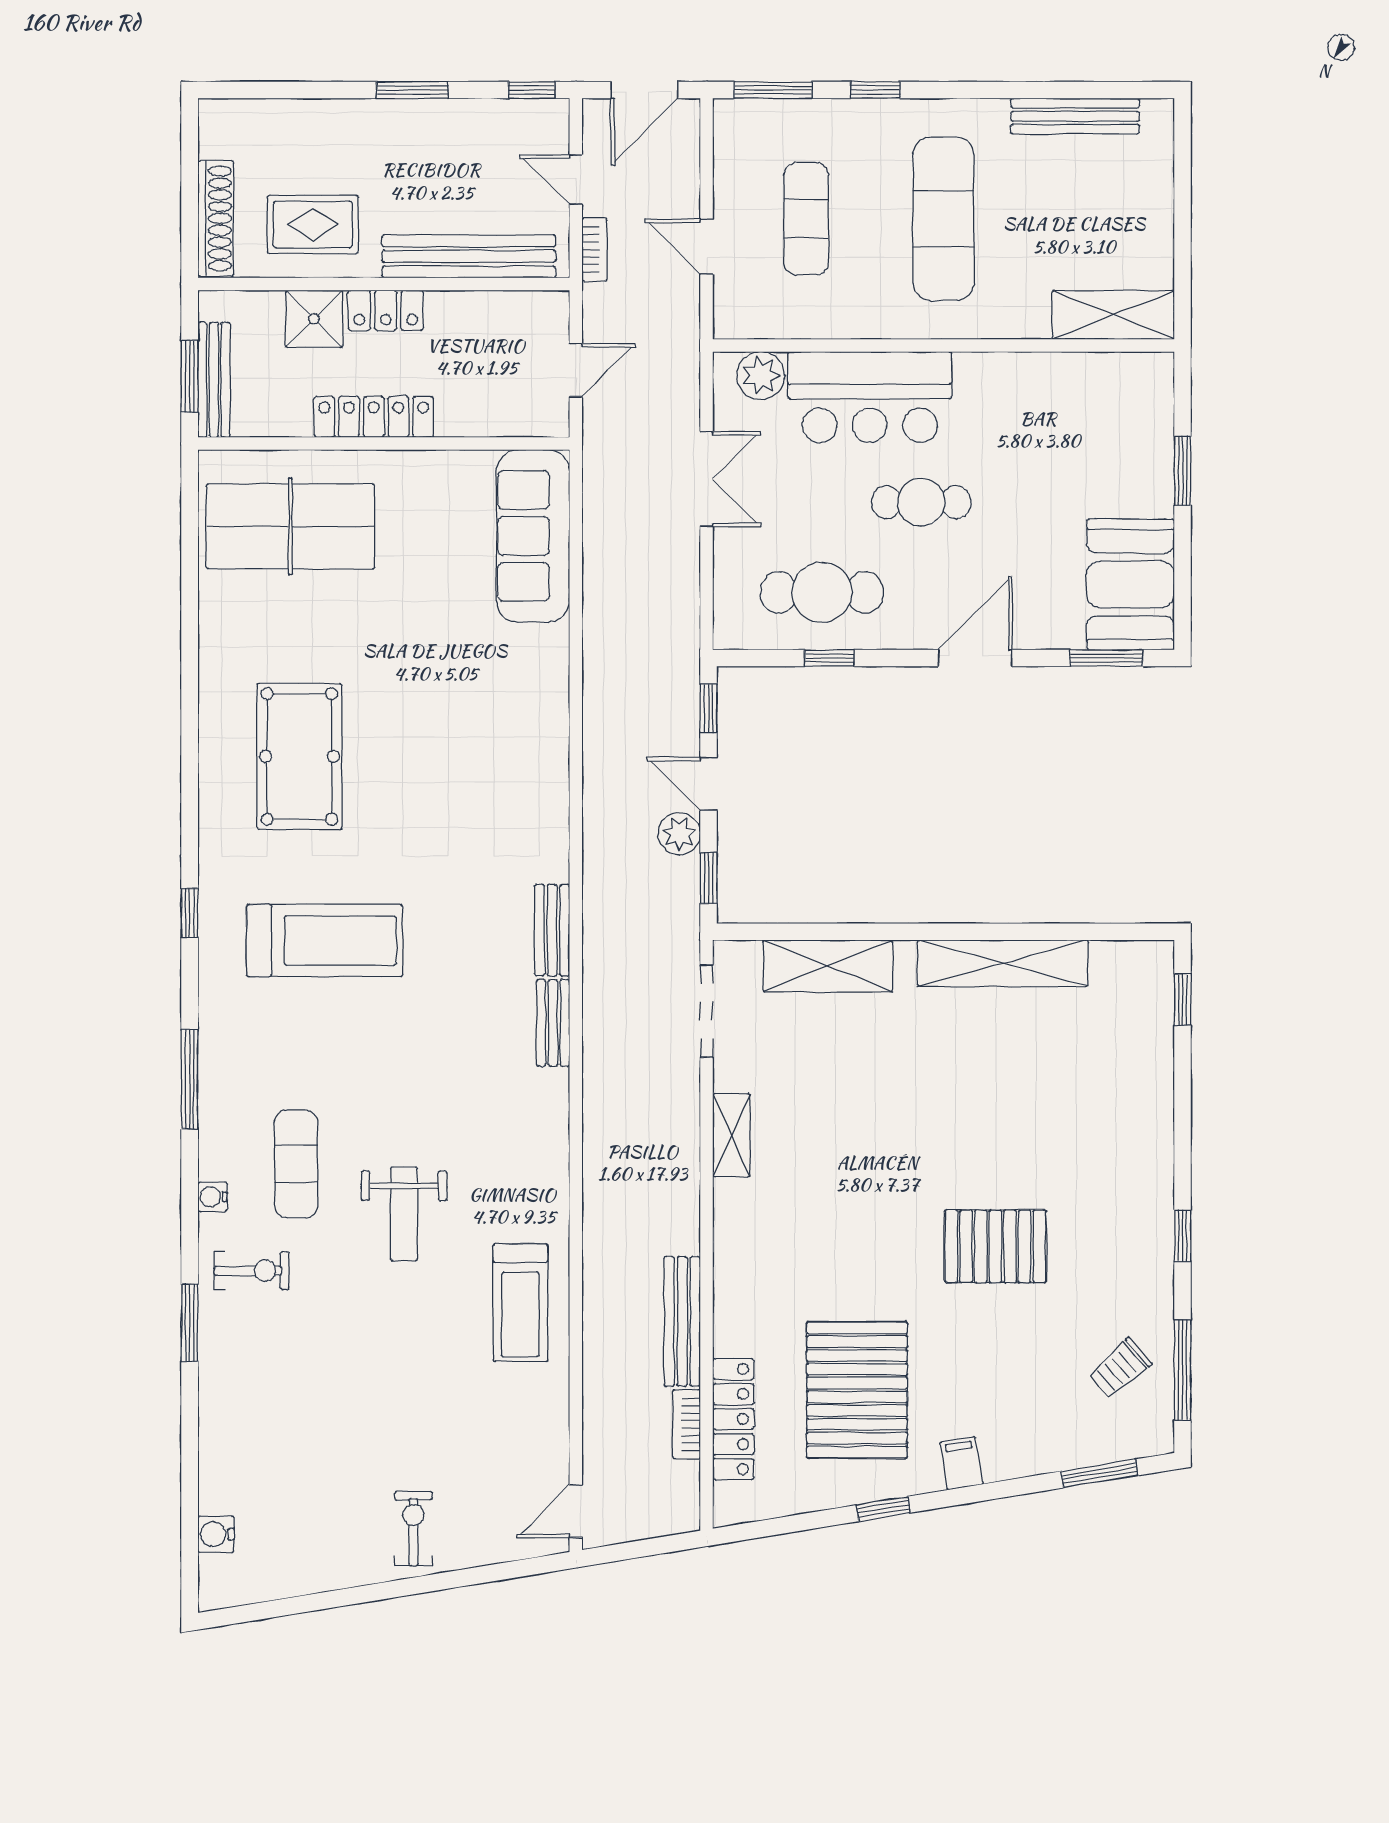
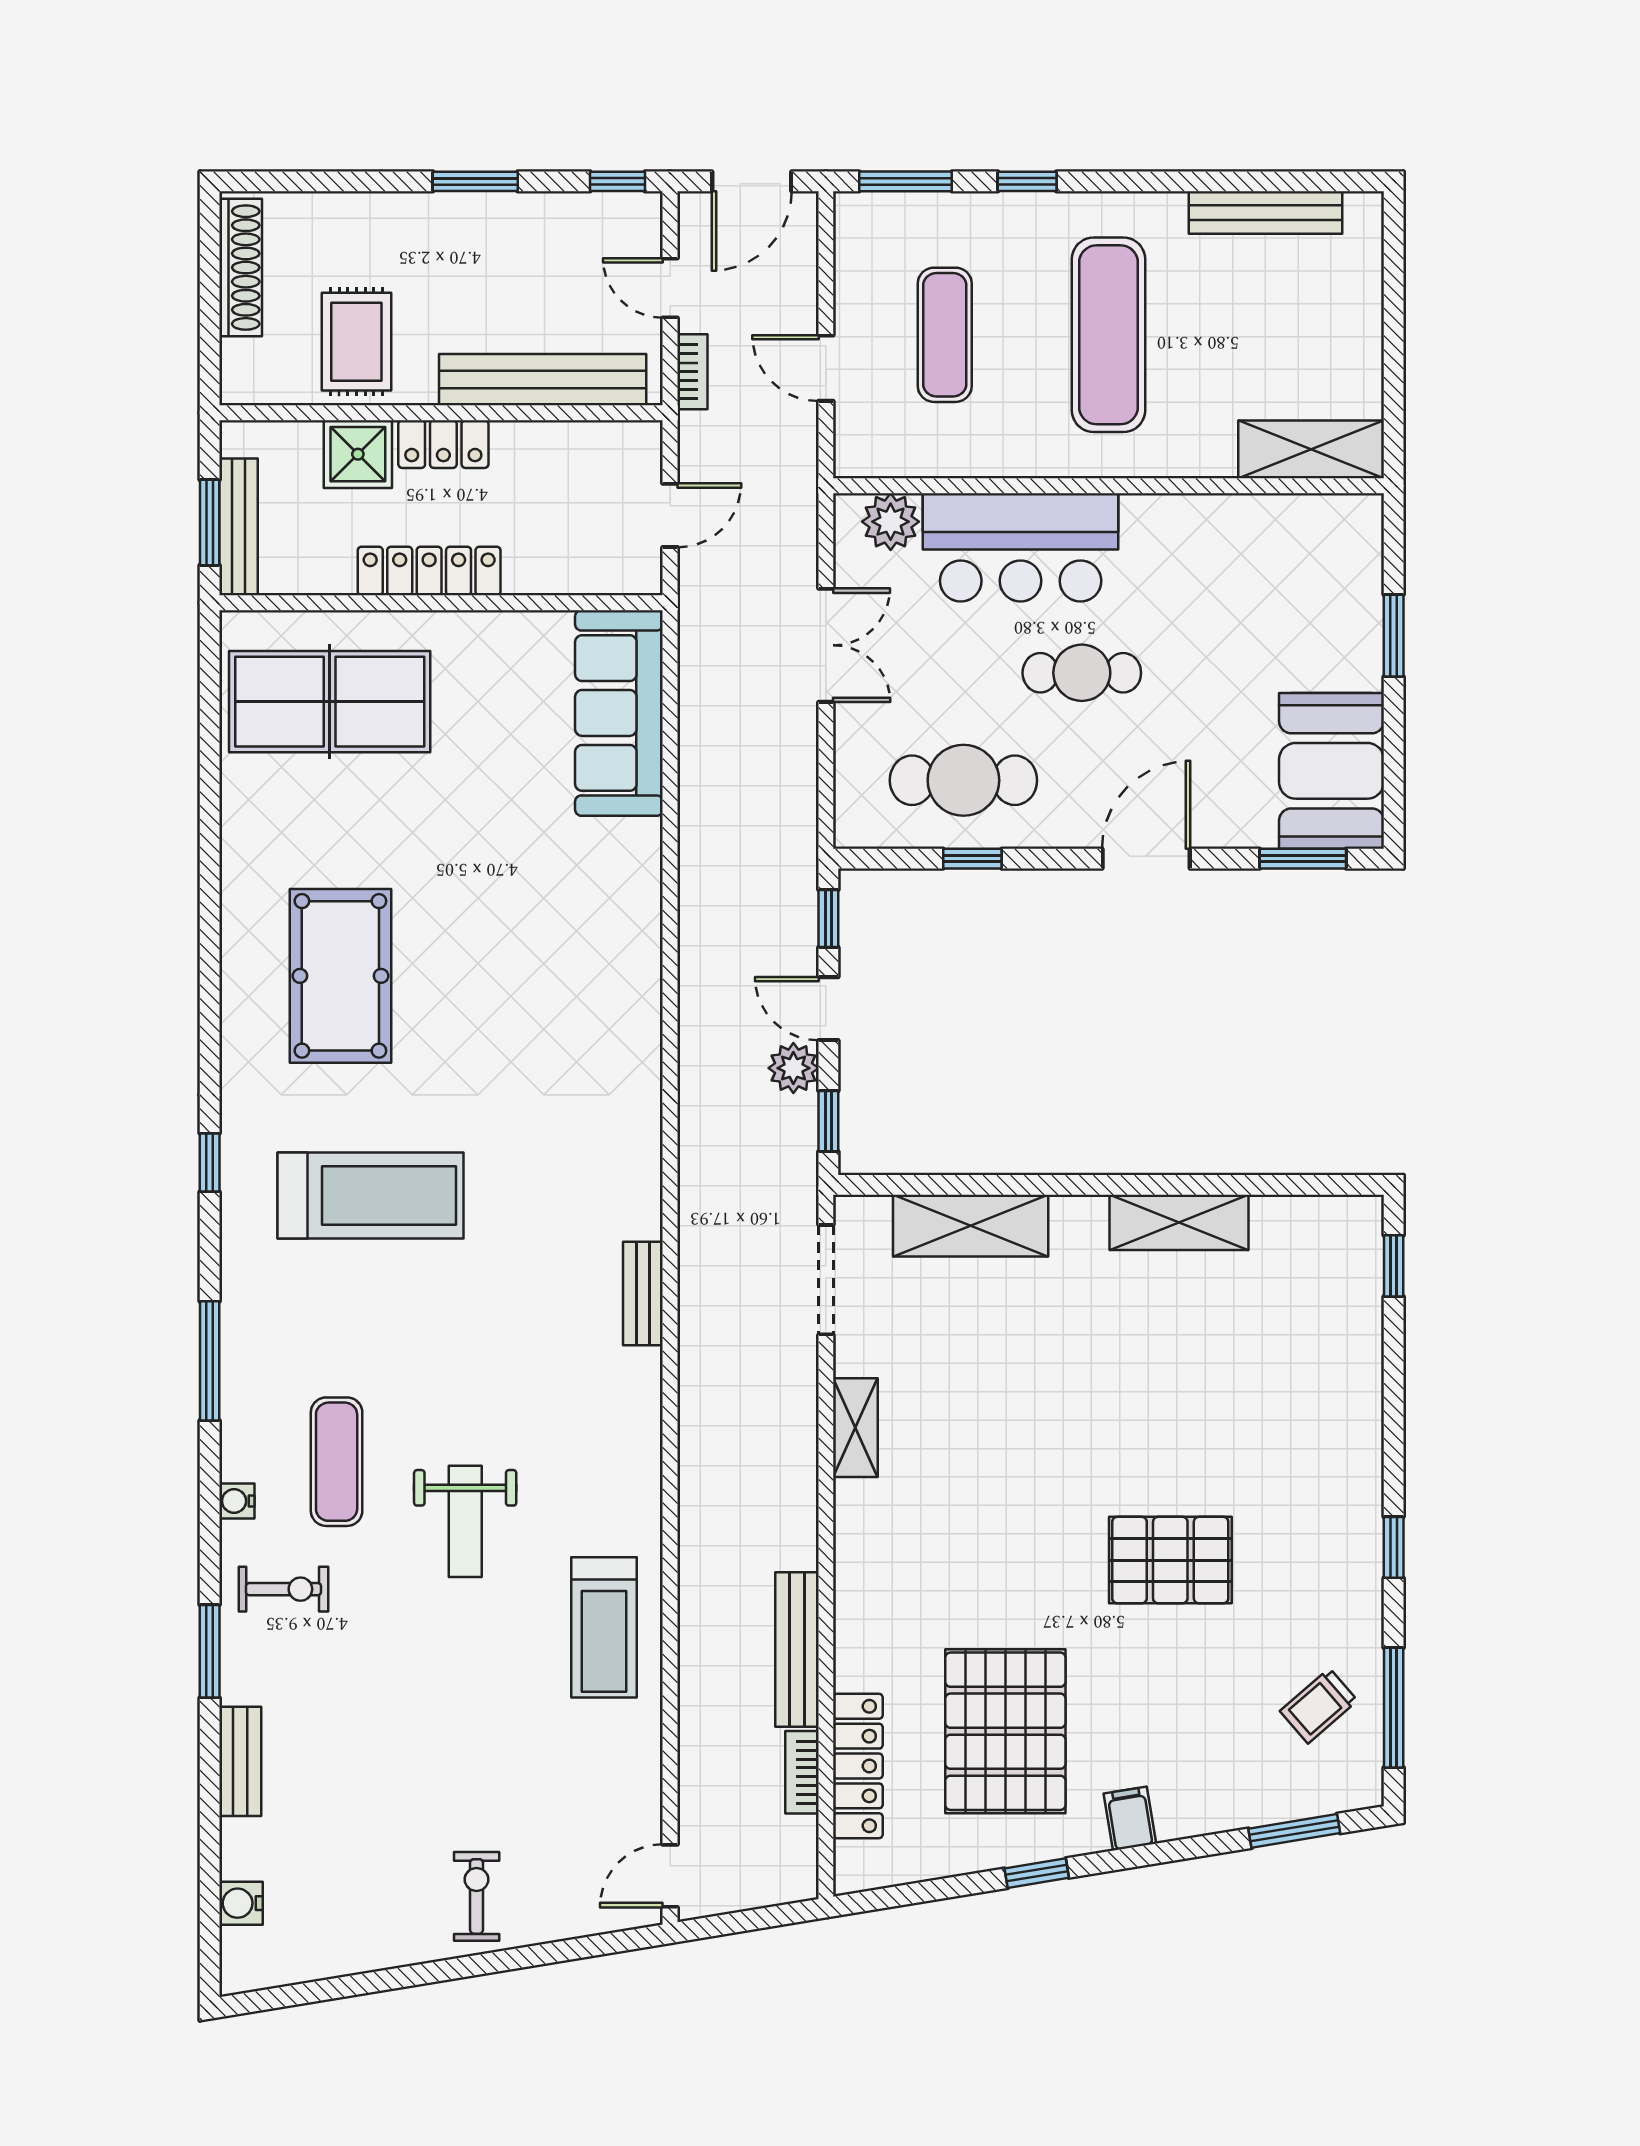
shoe rack: (216, 218) -> (241, 268), moved
rug: (313, 225) -> (356, 342), turned 90
bench: (552, 930) -> (240, 1761), moved
shelving: (1003, 963) -> (1179, 1222), width x0.68

